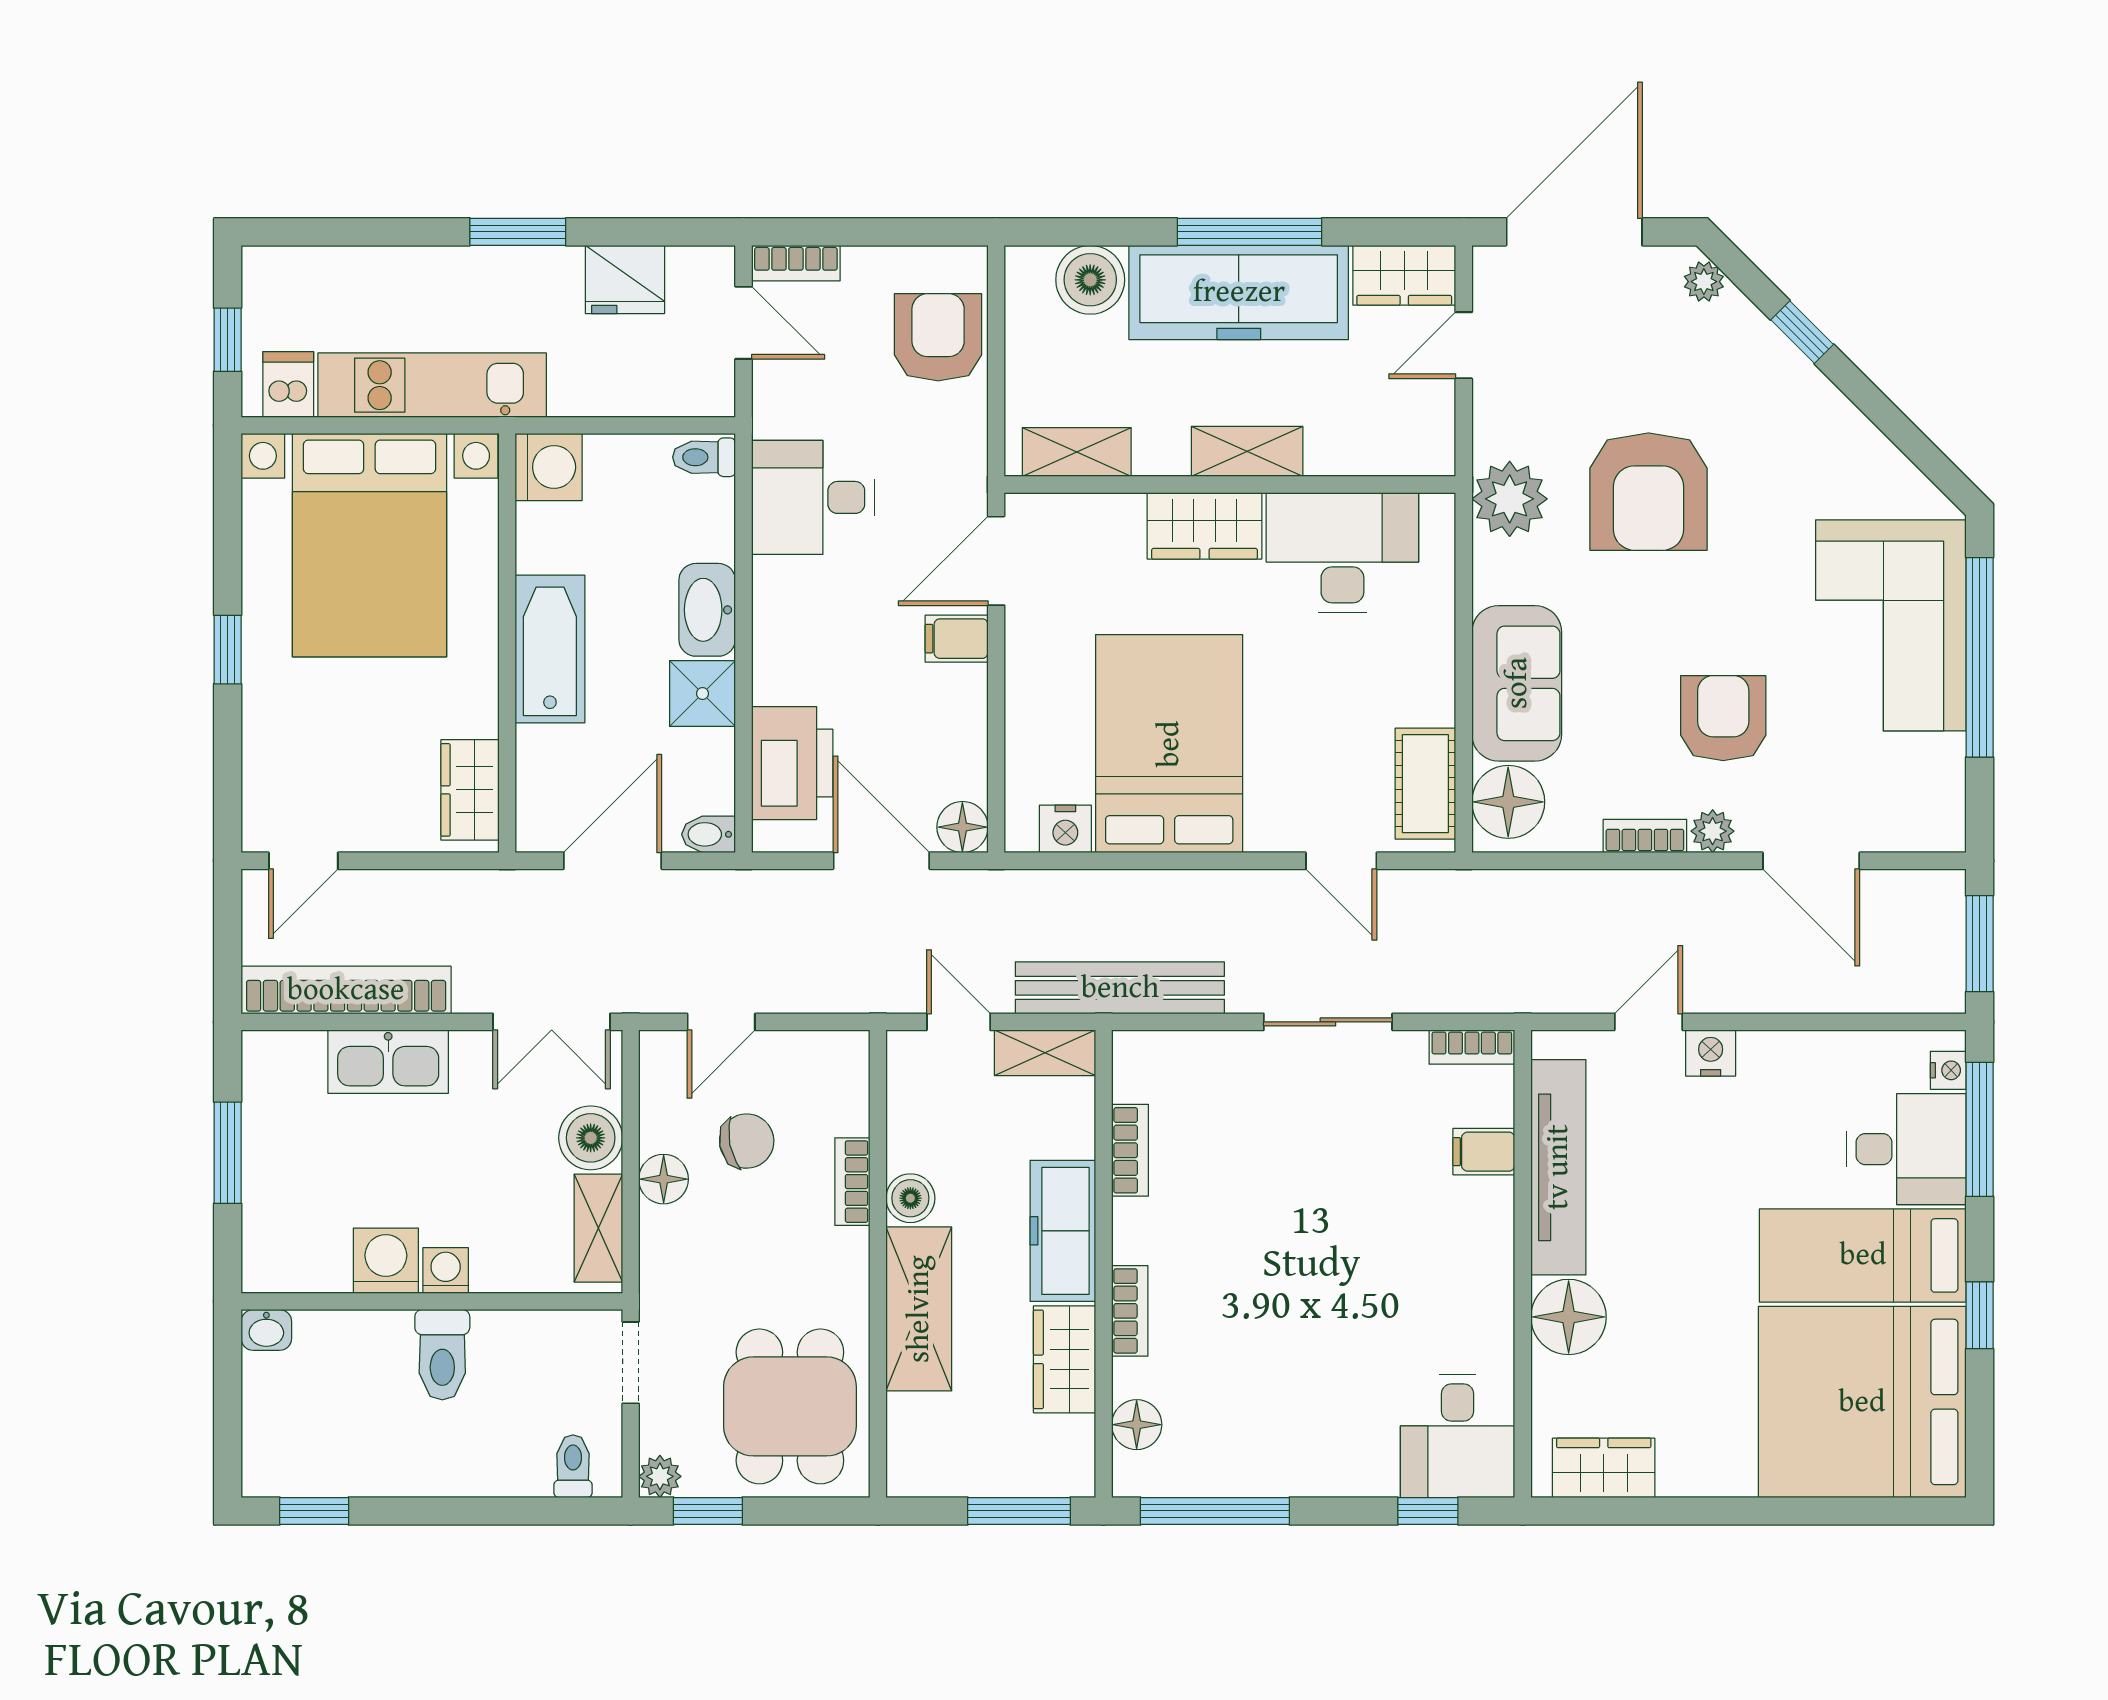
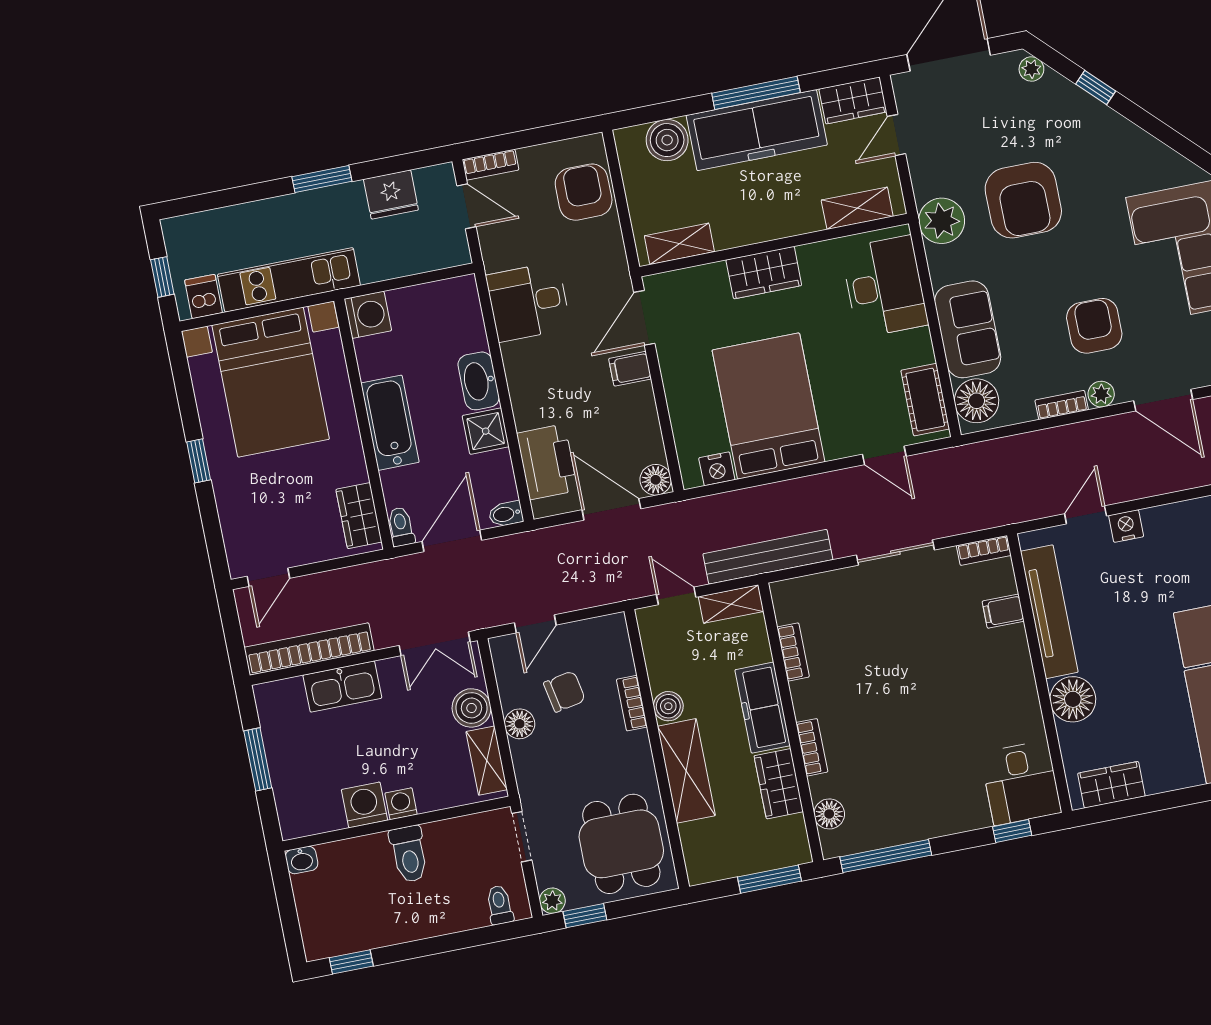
shelving: (1247, 451) -> (857, 208), moved
toilet: (704, 457) -> (401, 527), moved, turned 90
desk: (1342, 553) -> (884, 287), moved, turned 90

